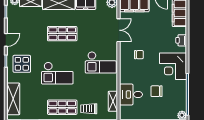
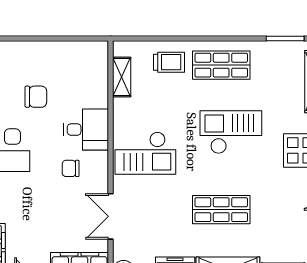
checkout: (101, 62) -> (145, 153), turned 180
desk: (131, 94) -> (86, 130), moved

